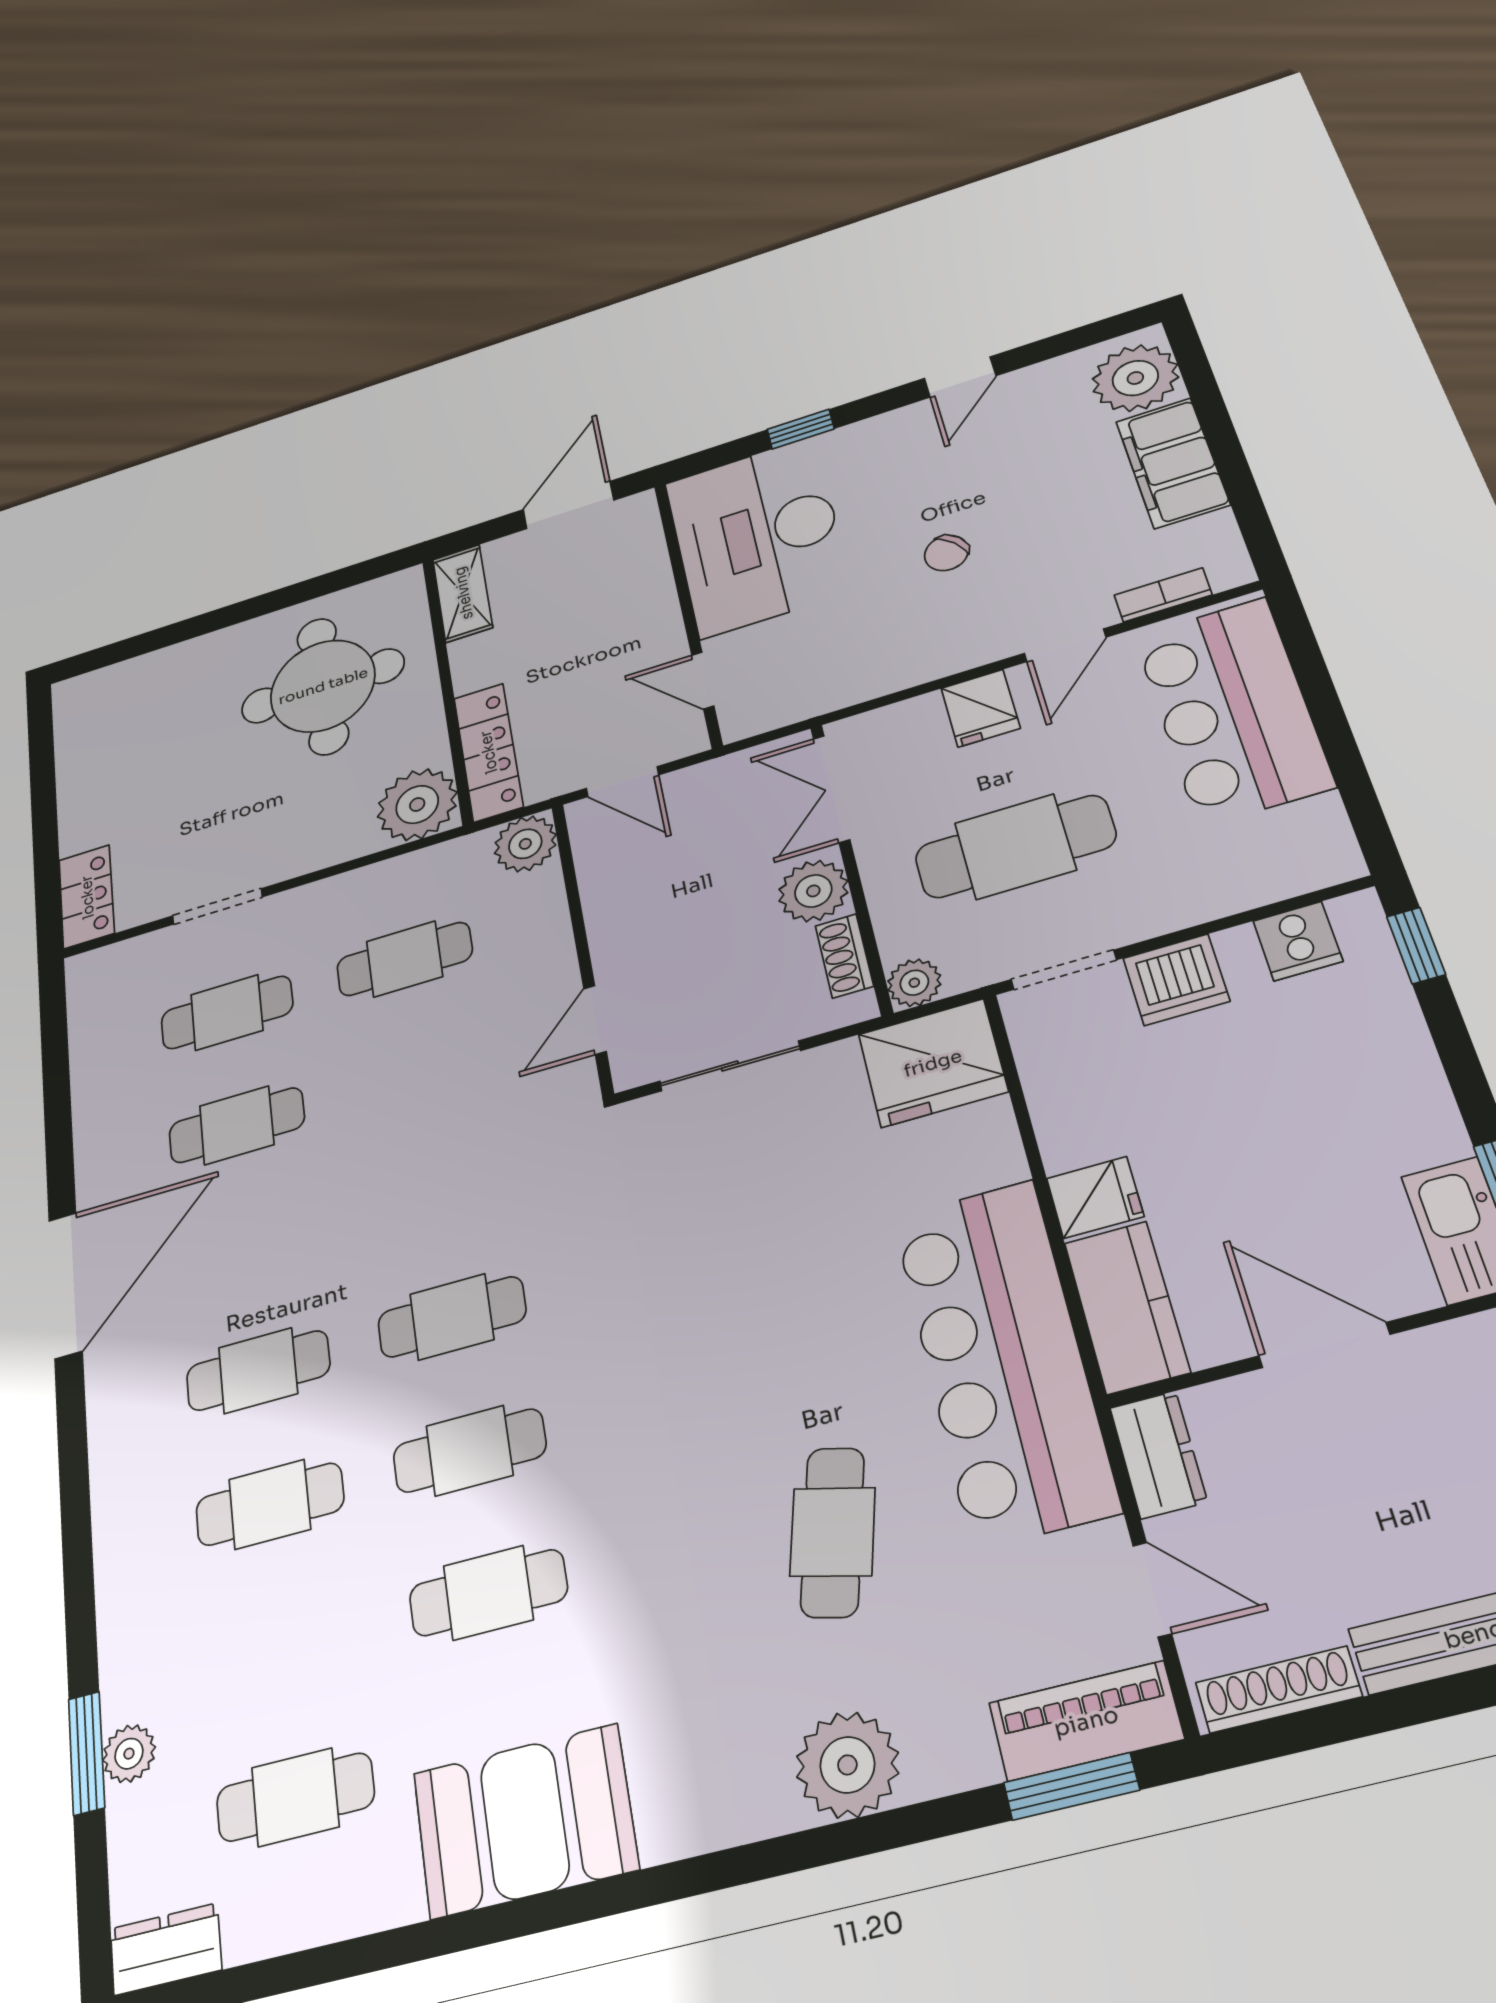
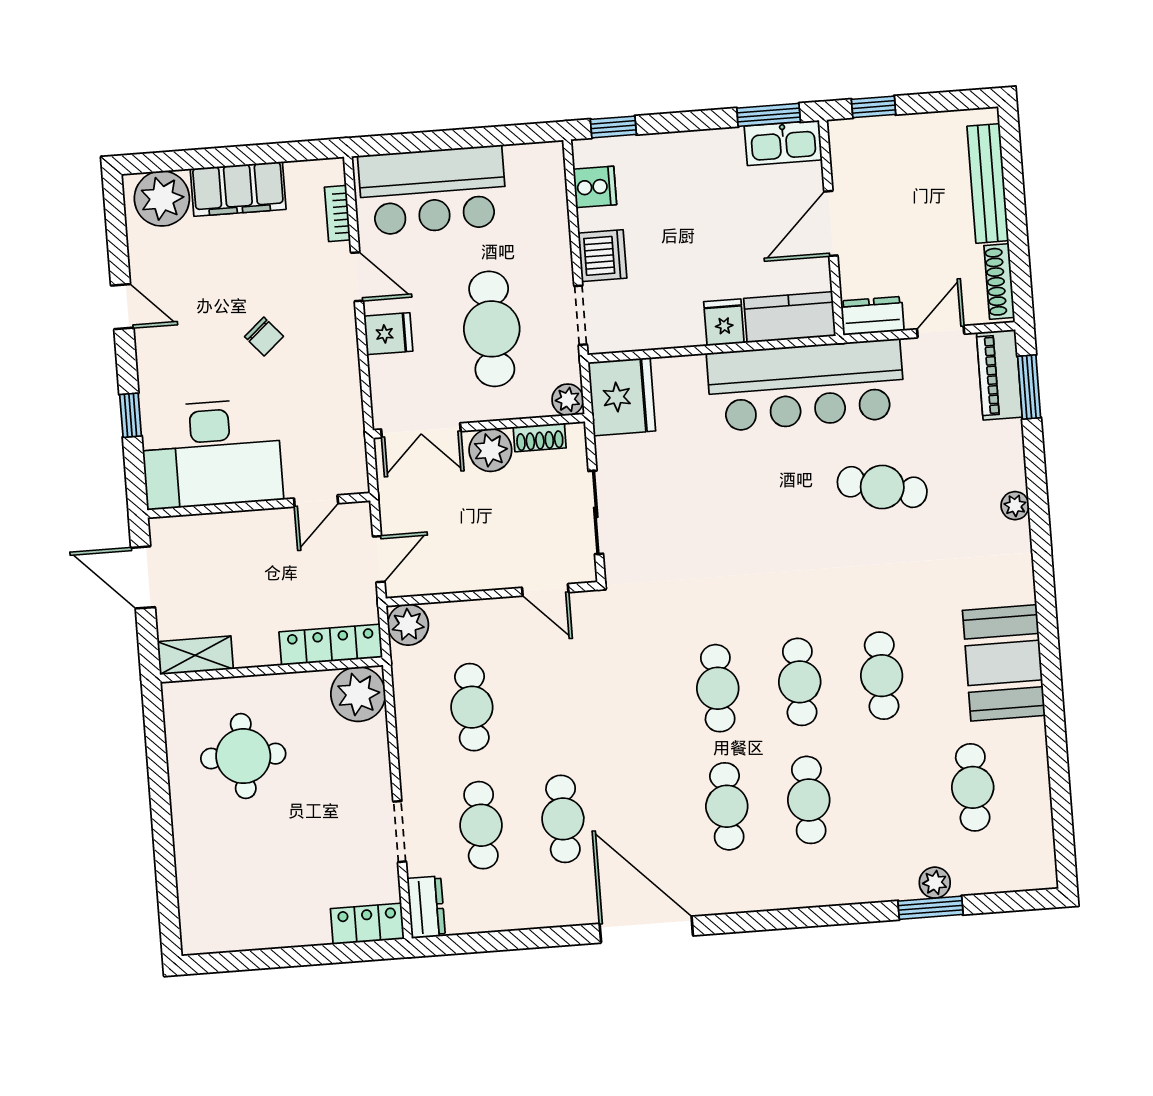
round table: (323, 686) -> (243, 756), width x0.73, depth x0.73
plant: (847, 1765) -> (1015, 506), width x0.53, depth x0.53
dresser: (166, 1949) -> (426, 907), moved, turned 180

